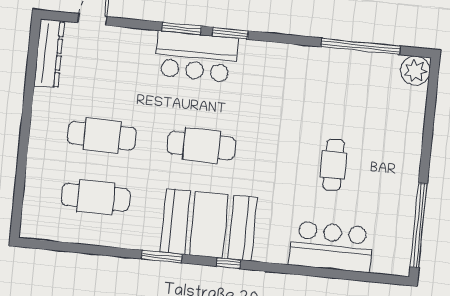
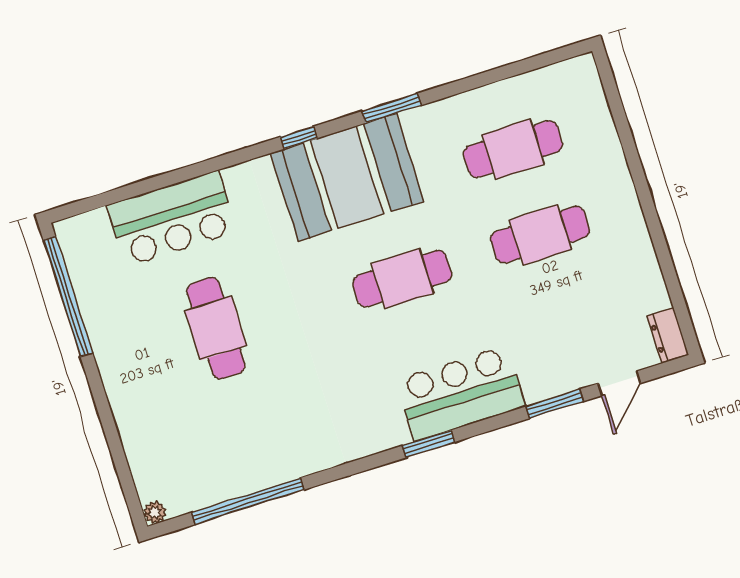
window: (182, 28) -> (555, 404), moved
dresser: (49, 54) -> (668, 335), width x0.51, depth x0.80
plant: (415, 71) -> (155, 512), width x0.53, depth x0.53
cafe table: (333, 165) -> (216, 328), width x1.37, depth x1.35

